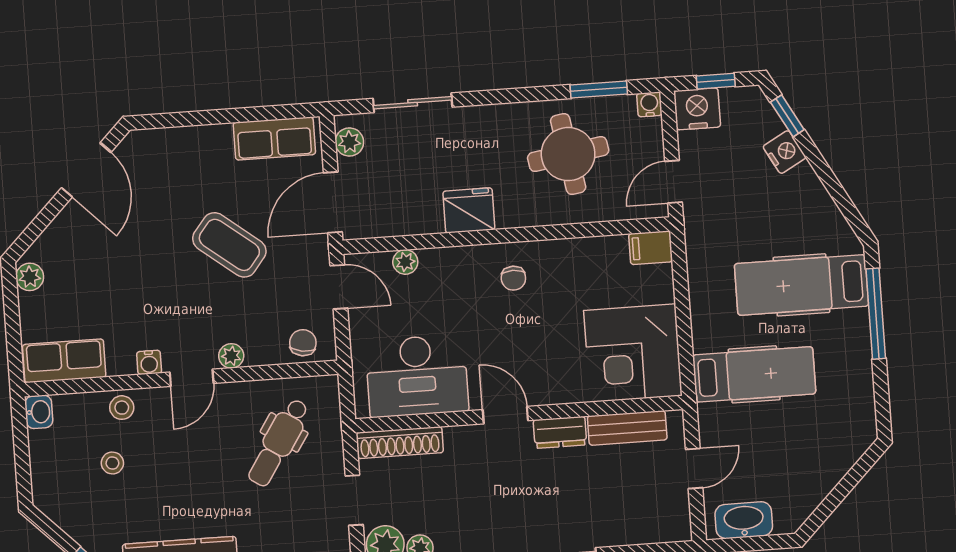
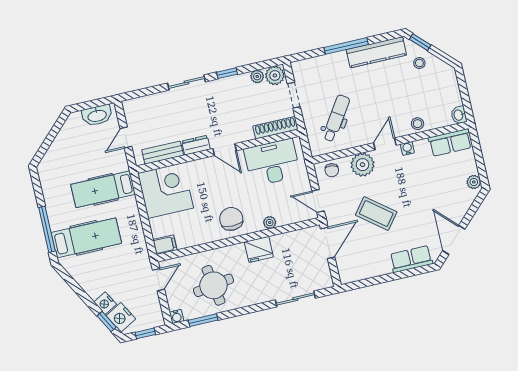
nightstand: (697, 109) -> (121, 317), moved, turned 61
row of seats: (274, 138) -> (411, 259), moved
plant: (349, 142) -> (324, 274), removed
plant: (405, 262) -> (270, 223), moved
chair: (513, 278) -> (231, 219), width x1.87, depth x1.87
plant: (231, 356) -> (363, 165), width x1.87, depth x1.87
stool: (112, 463) -> (419, 63), moved

